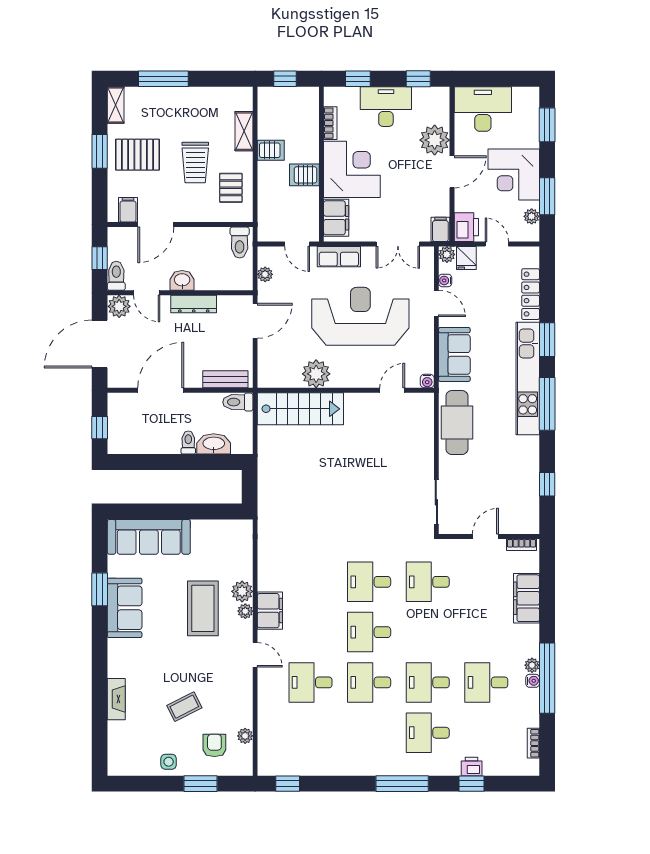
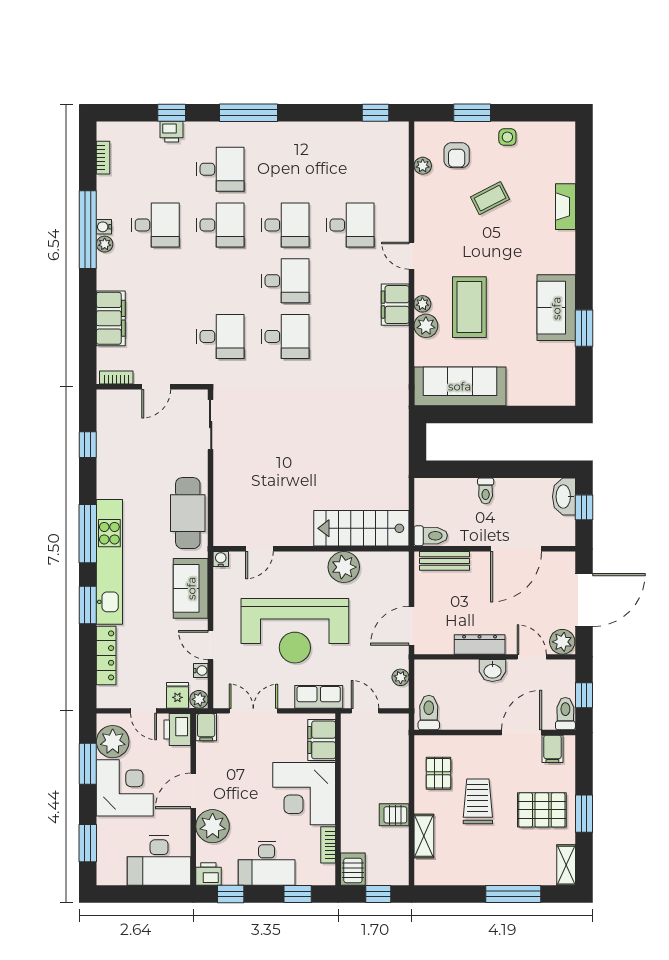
printer: (438, 97) -> (208, 874), added
server rack: (304, 175) -> (353, 869), moved, turned -90
plant: (532, 216) -> (113, 742), width x1.87, depth x1.87
toilet: (116, 276) -> (565, 714), moved, turned 180
washbasin: (214, 444) -> (564, 497), moved, turned 90
sofa: (149, 537) -> (460, 386), moved

